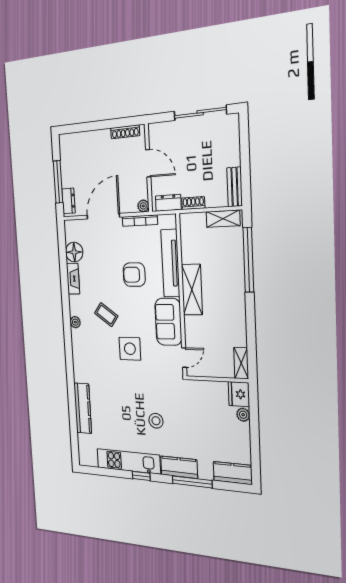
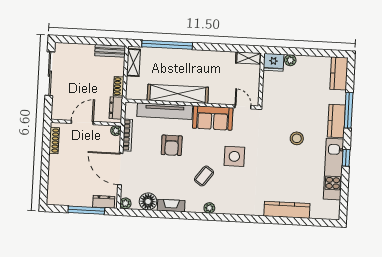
plant: (70, 226) -> (125, 203), added
shelving: (192, 290) -> (178, 94), width x1.47

